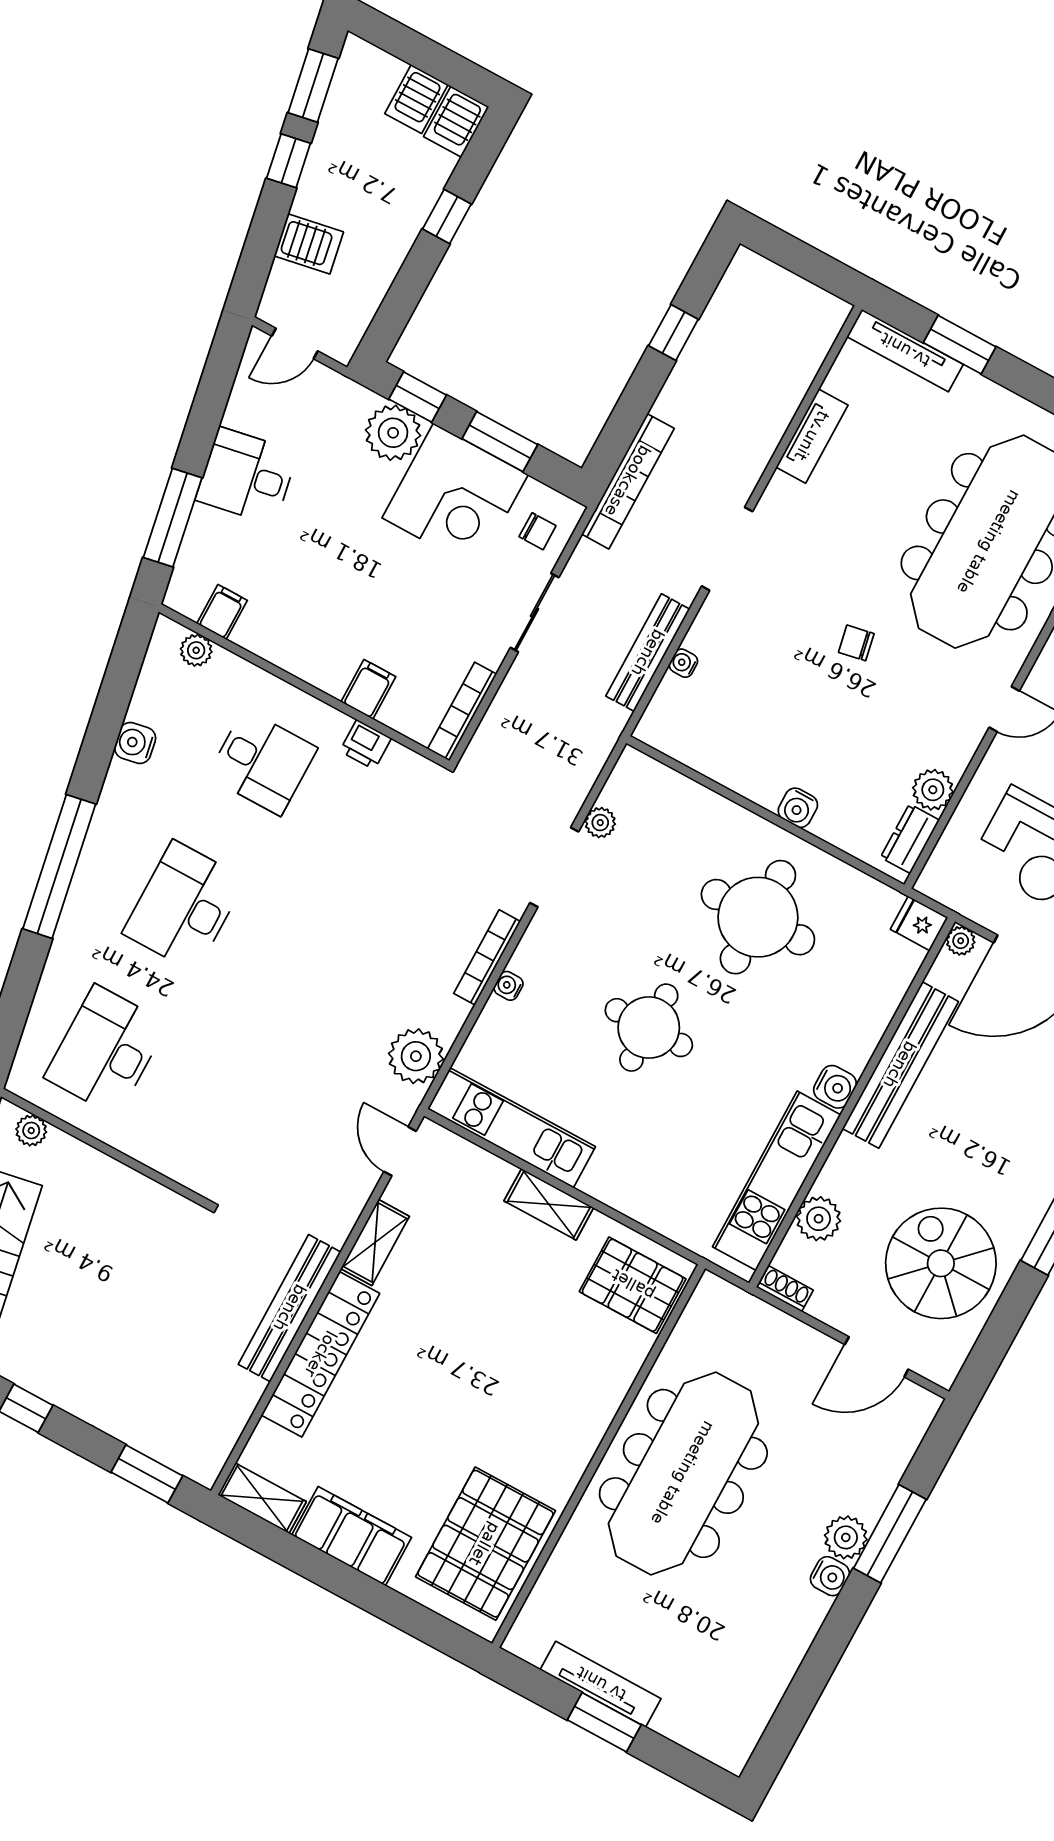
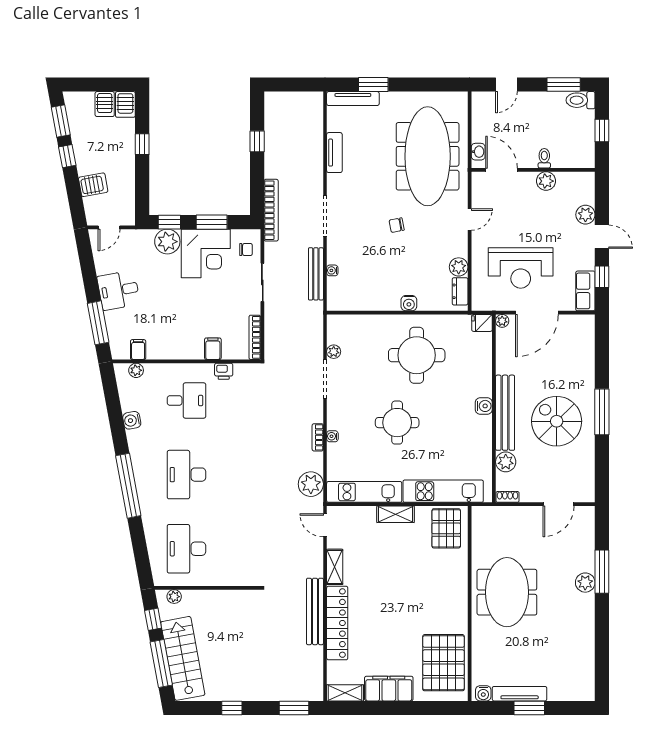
bookcase: (487, 957) -> (318, 437), width x0.64
bench: (900, 1065) -> (505, 413), moved
kitchen unit: (777, 1181) -> (443, 491), moved, turned 90
spiral stairs: (941, 1263) -> (557, 421), moved
pallet: (633, 1285) -> (446, 528), turned 90
meeting table: (683, 1473) -> (507, 592), width x0.73
water cooler: (830, 1576) -> (483, 693), moved, turned 90

